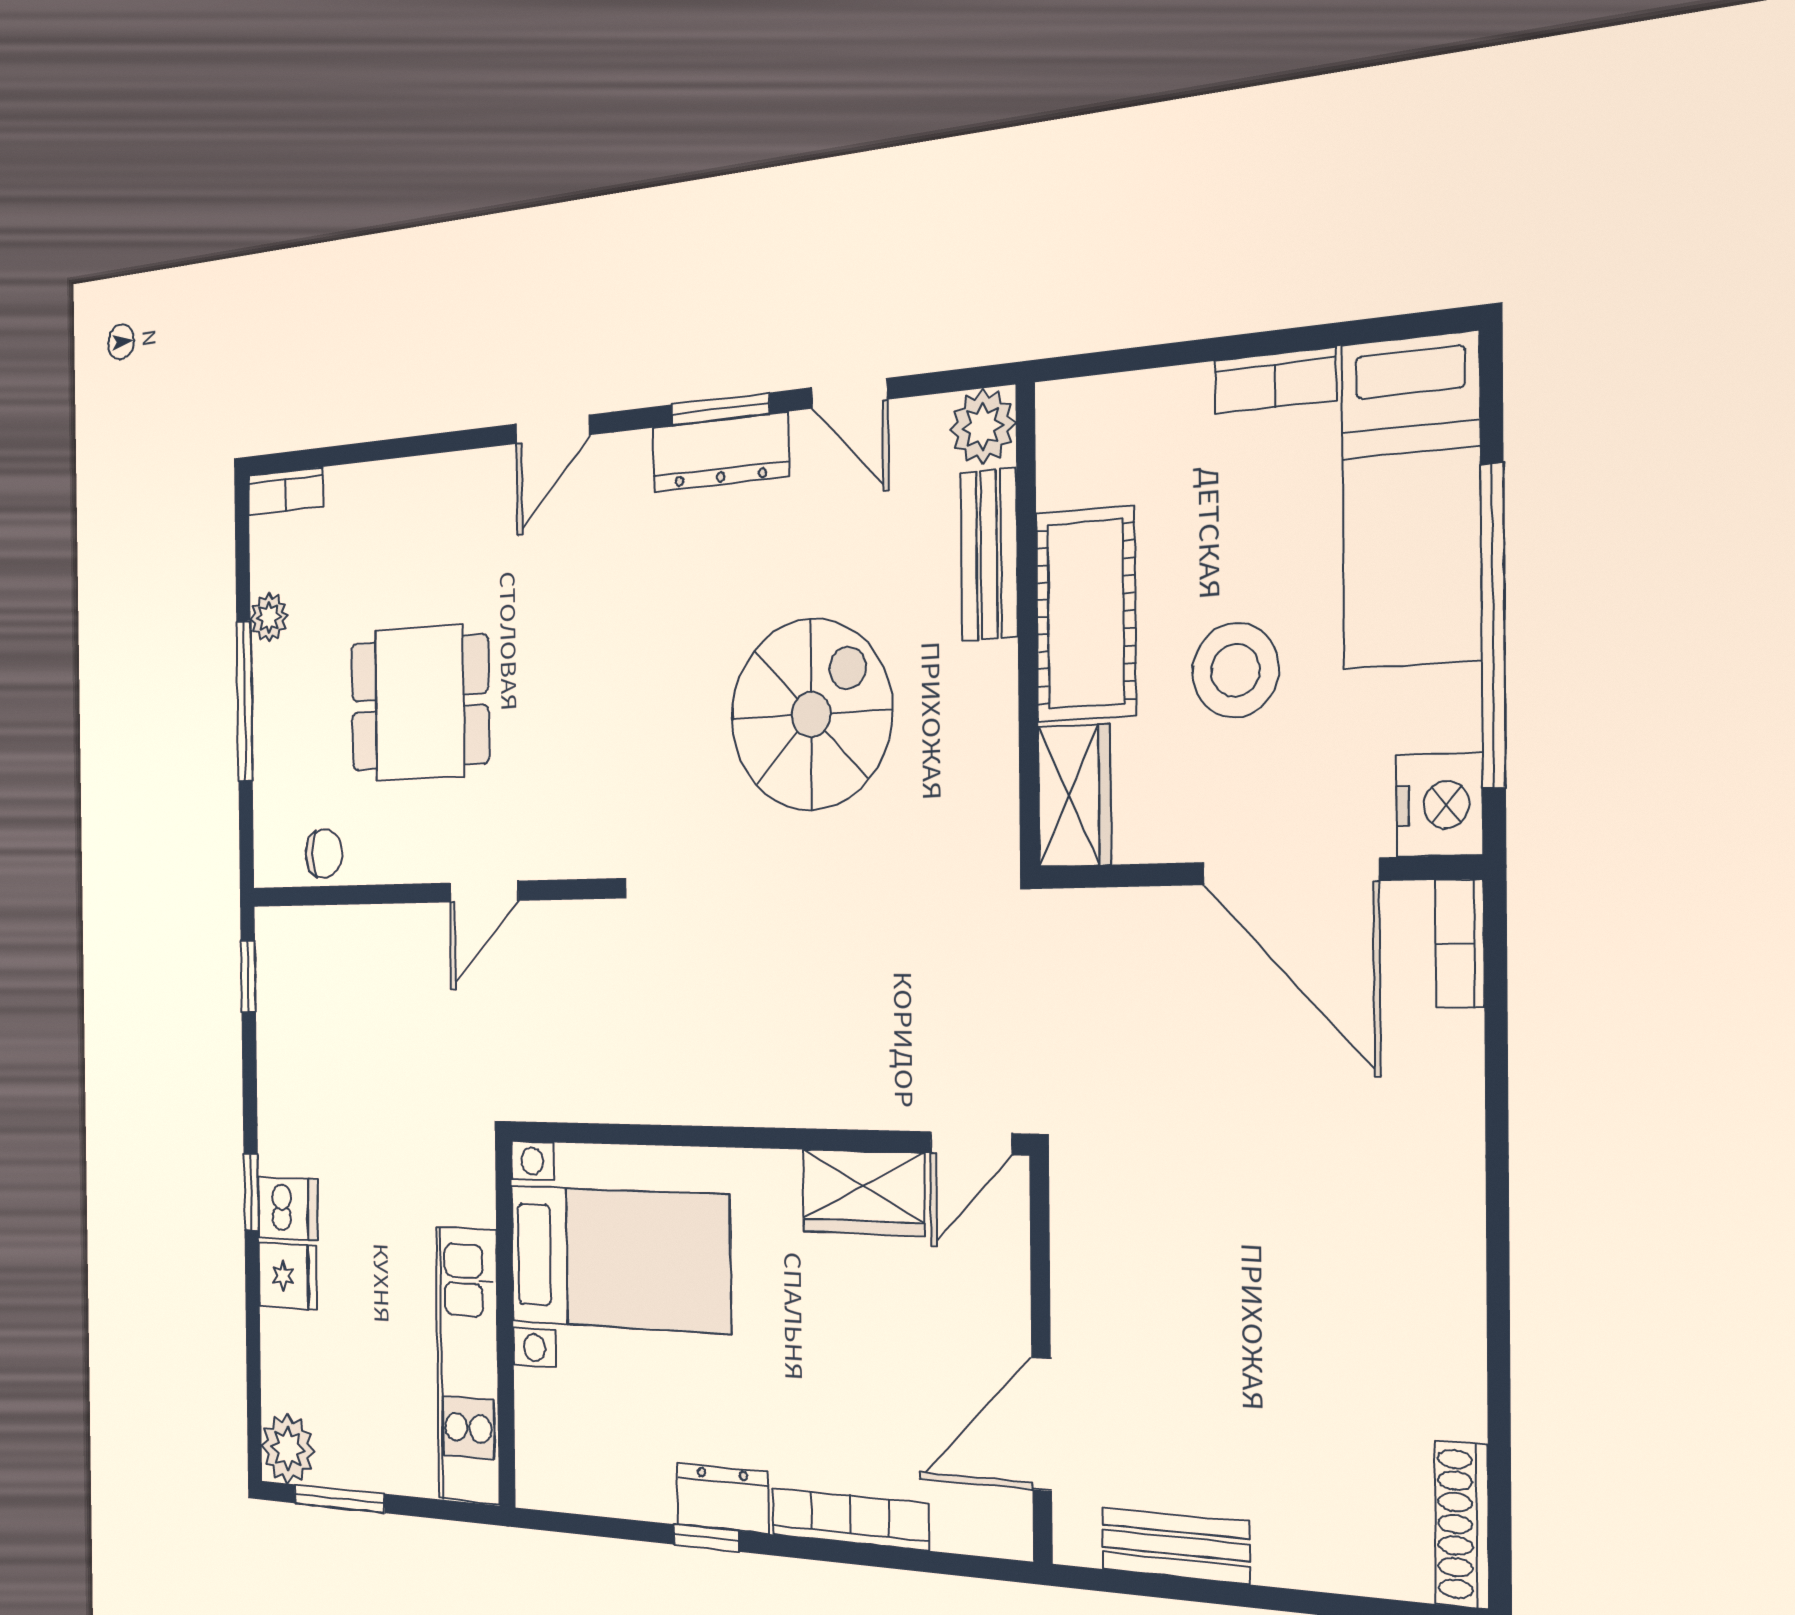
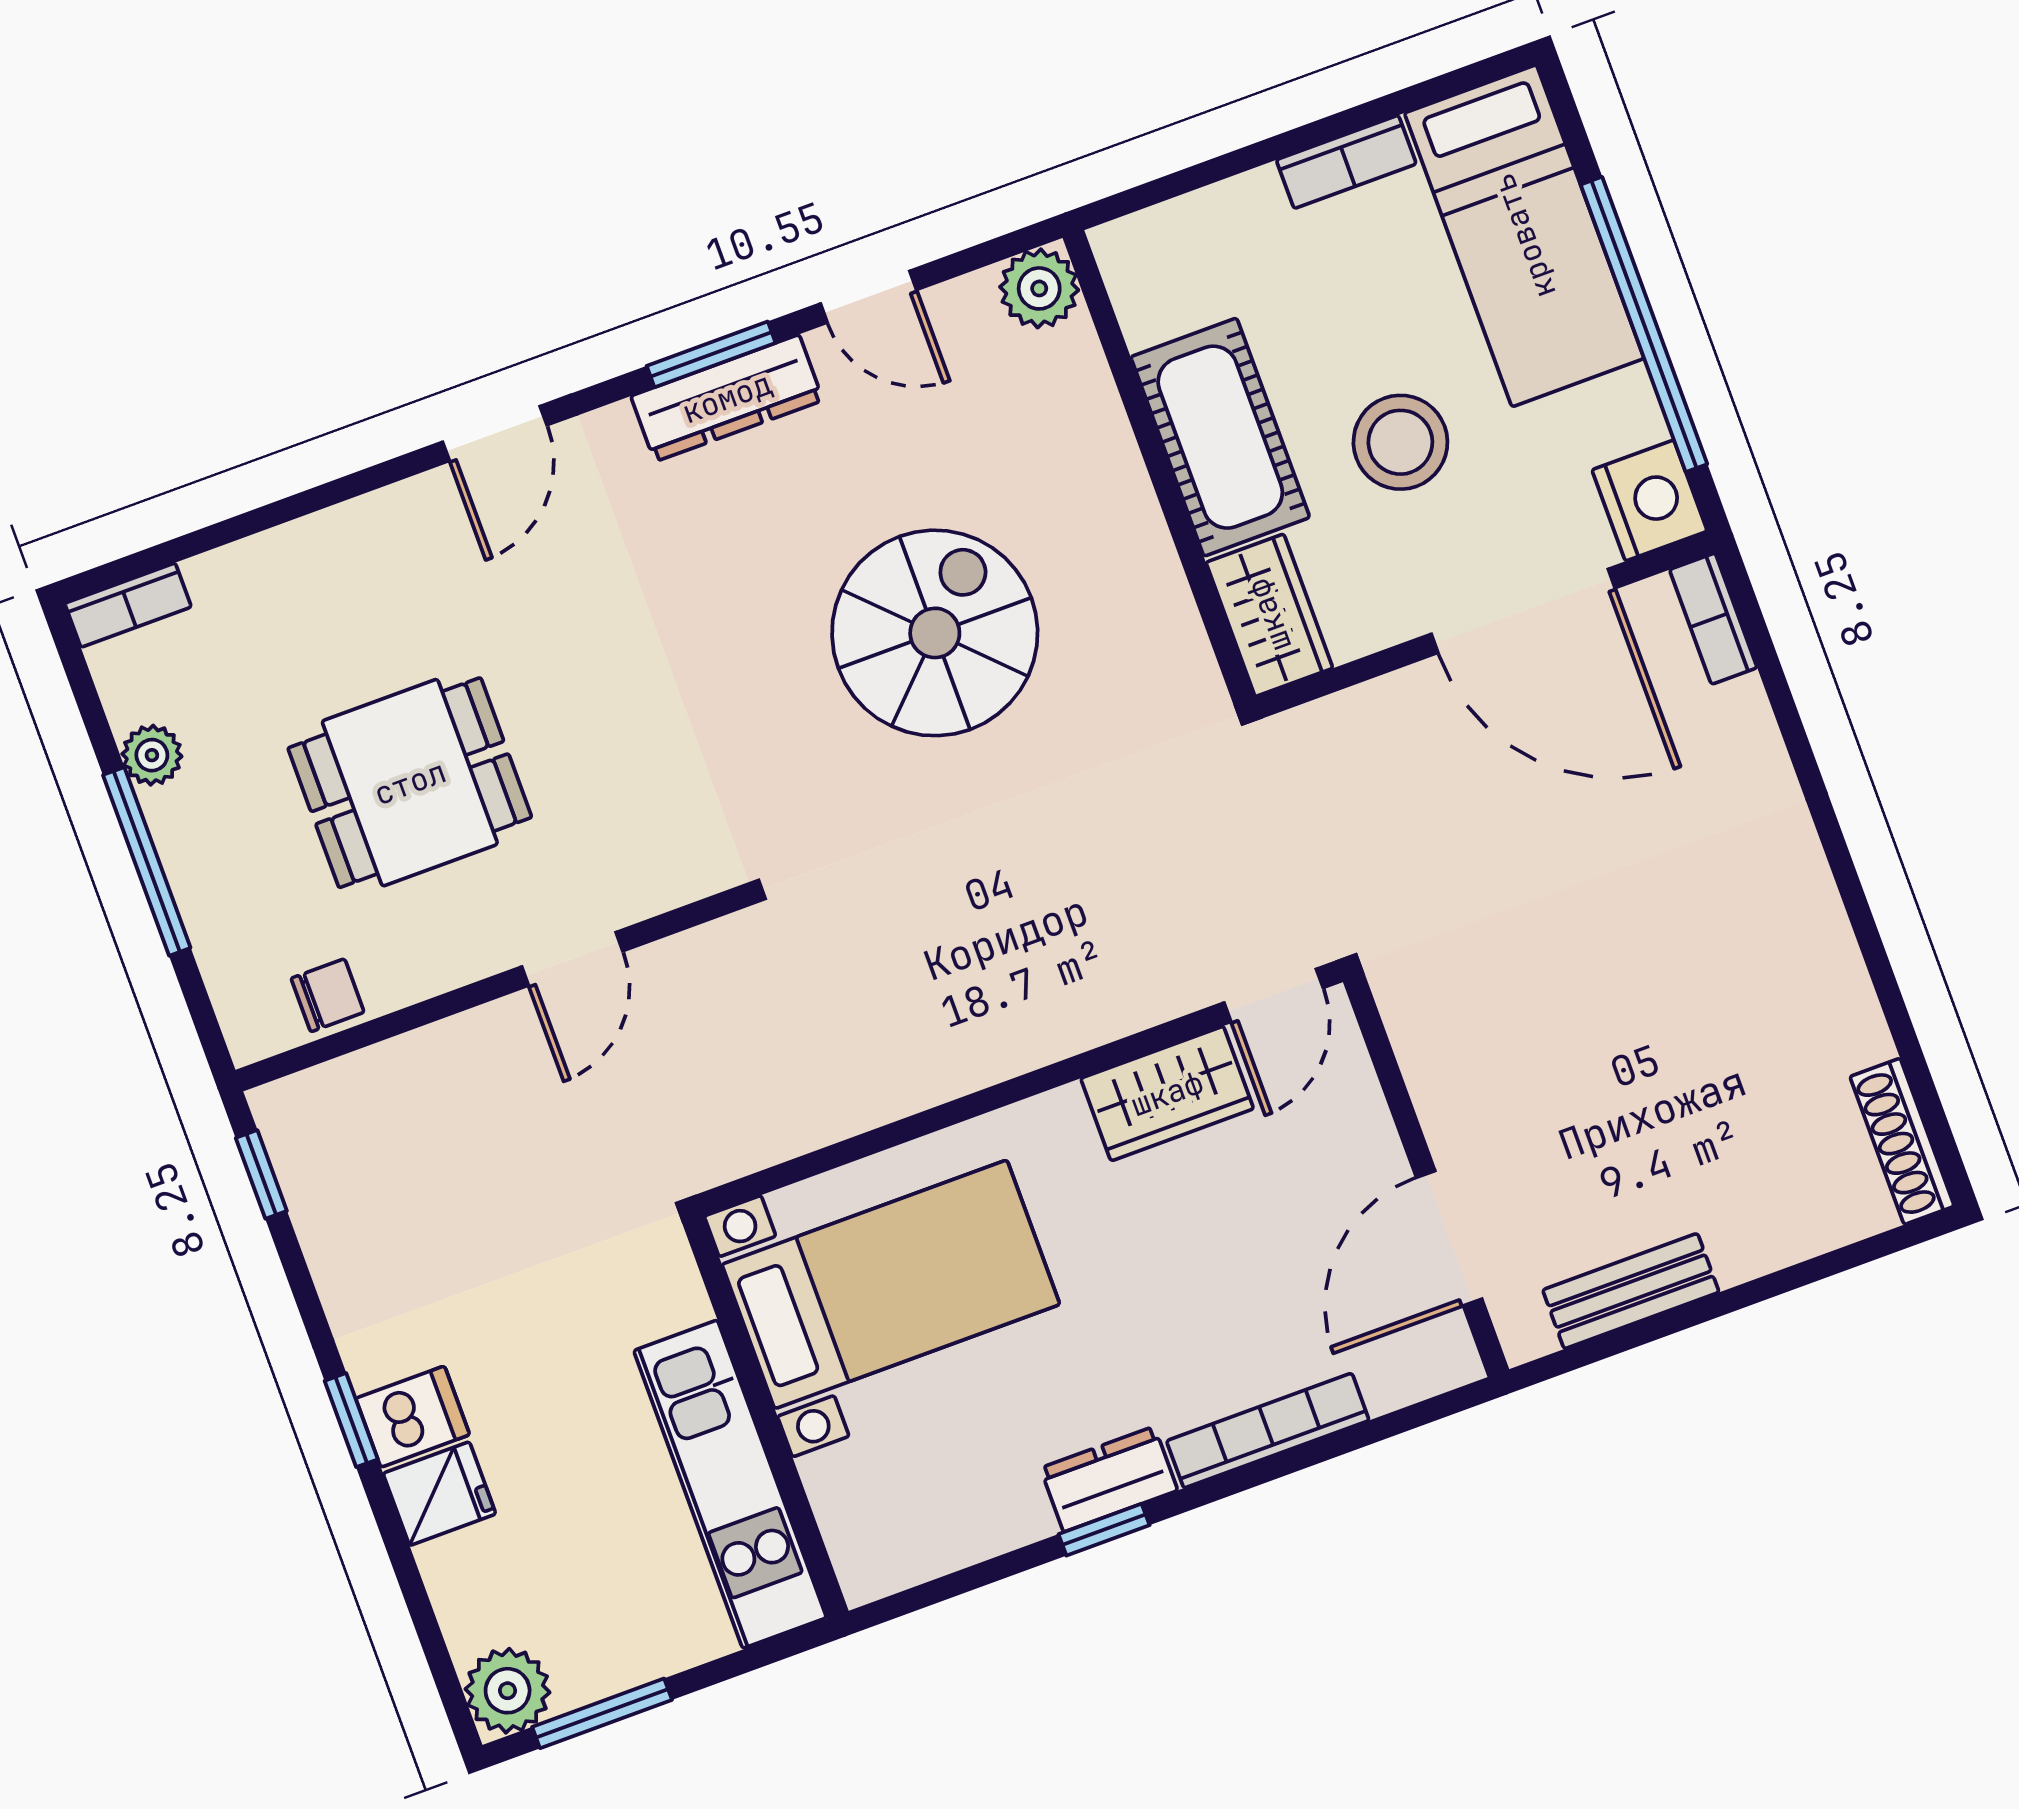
bench: (989, 554) -> (1091, 411), removed

